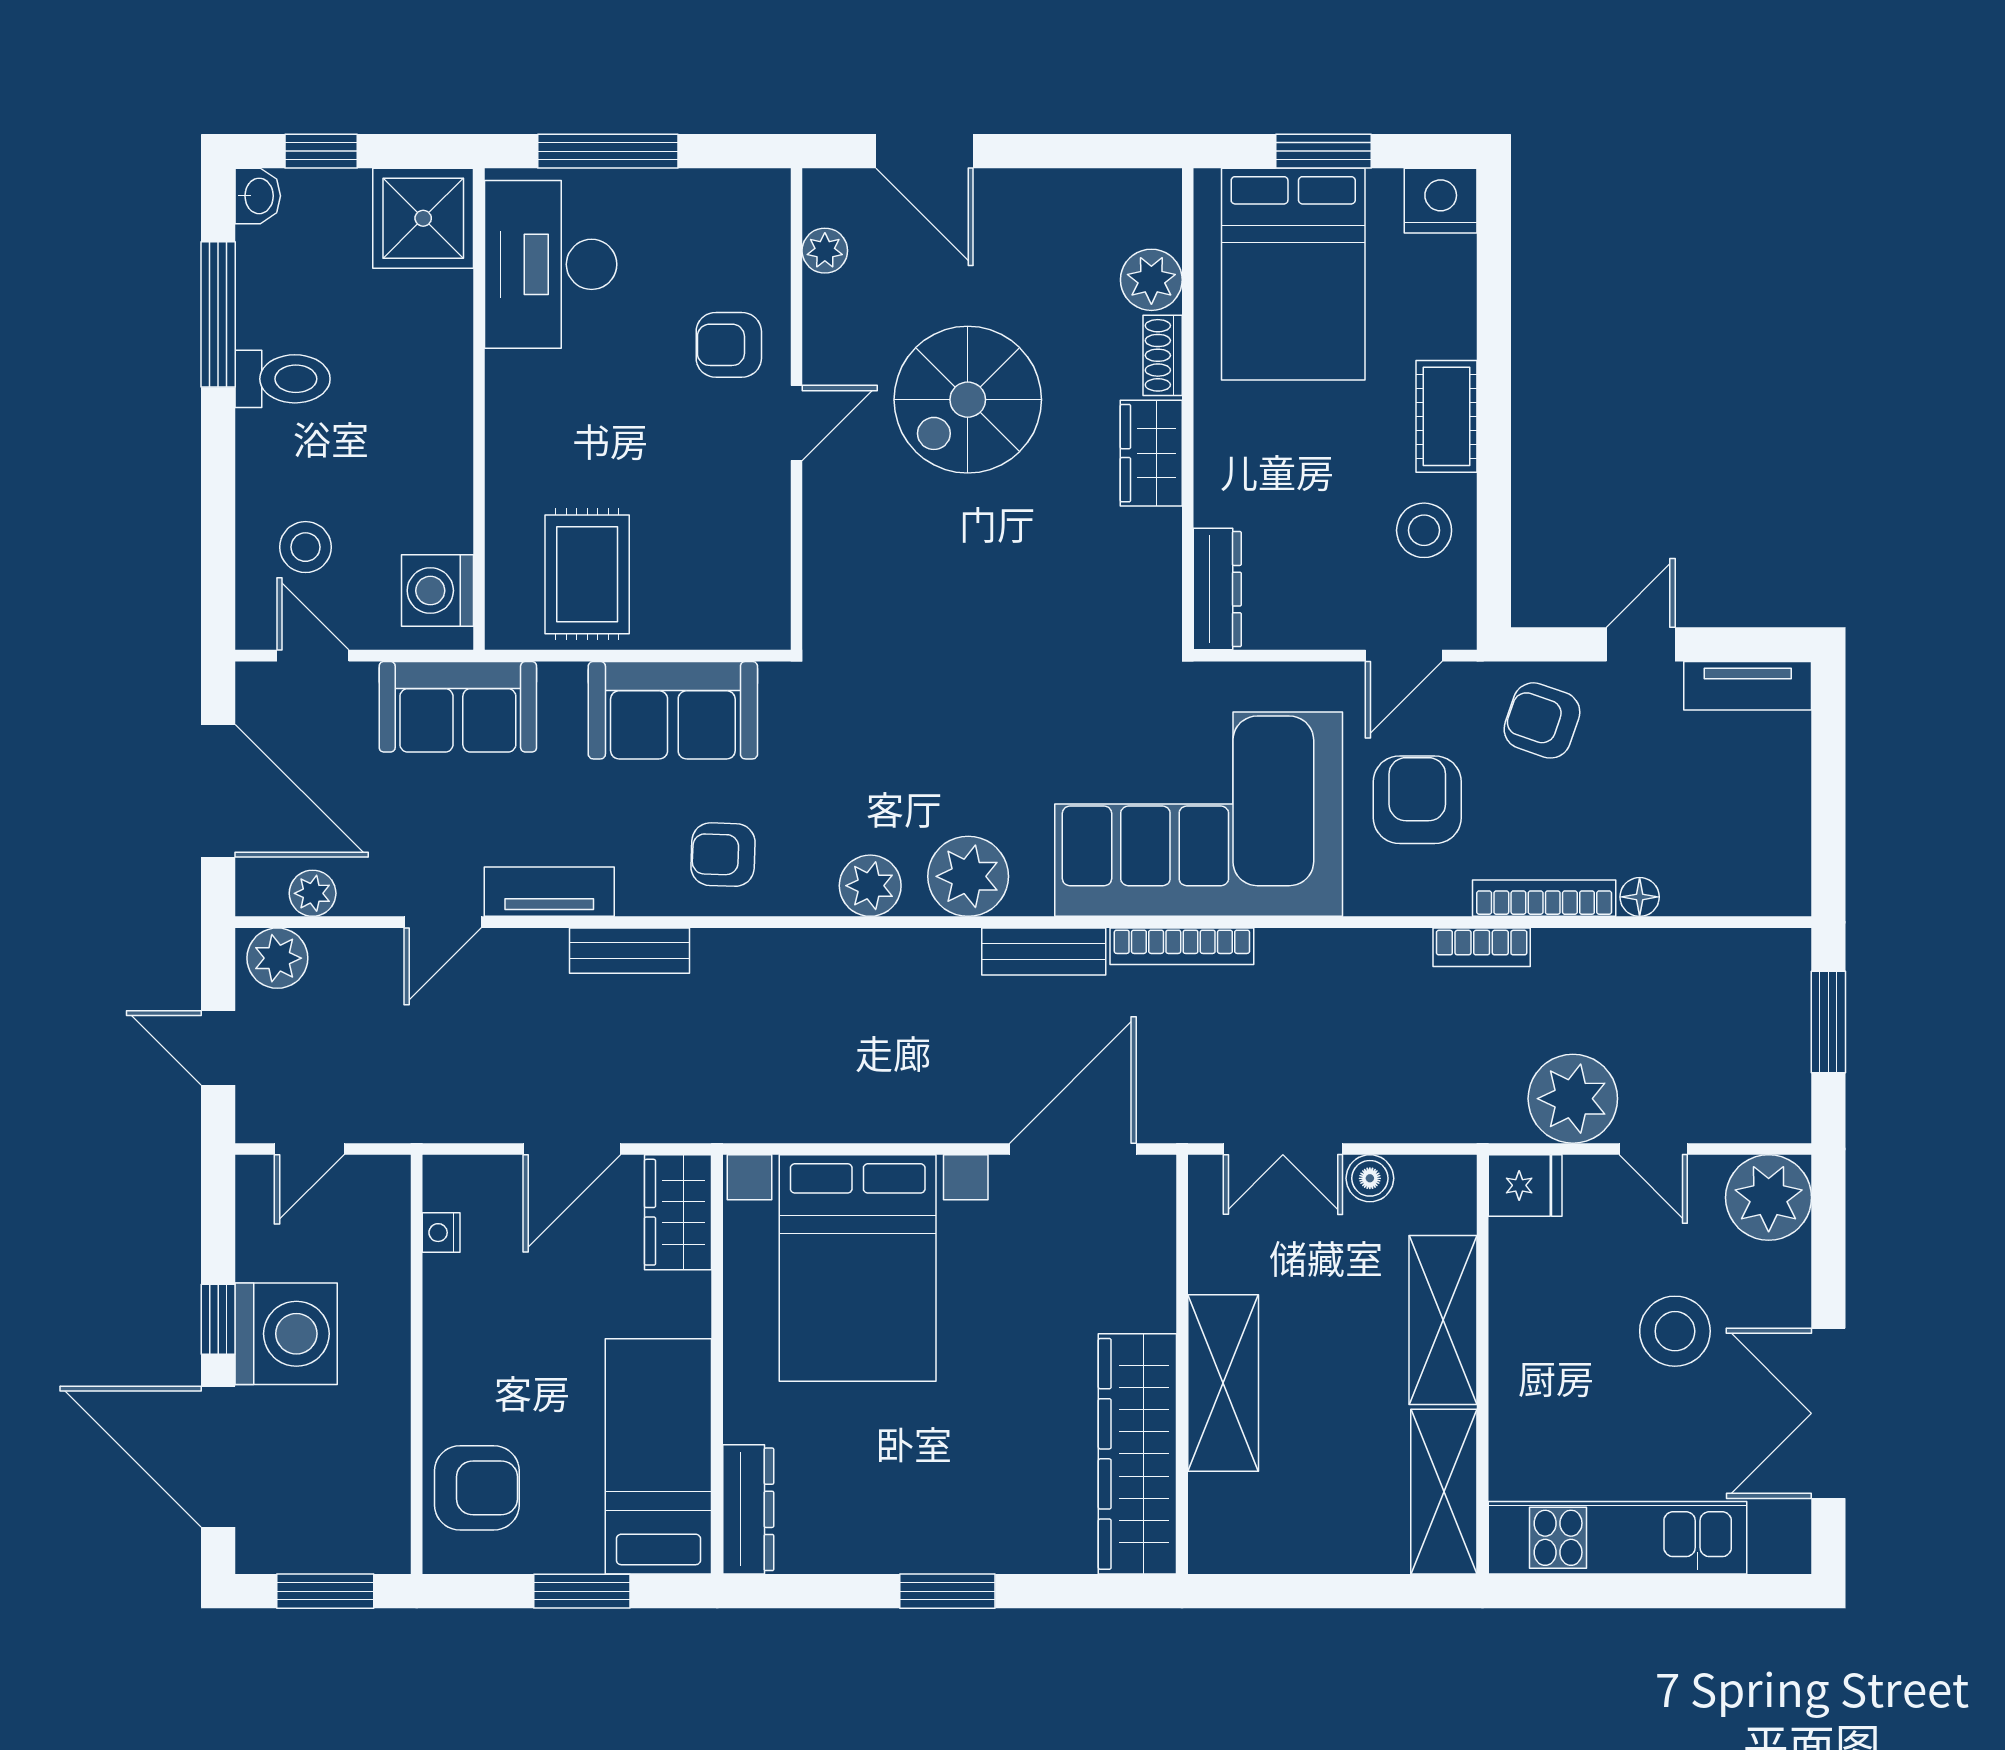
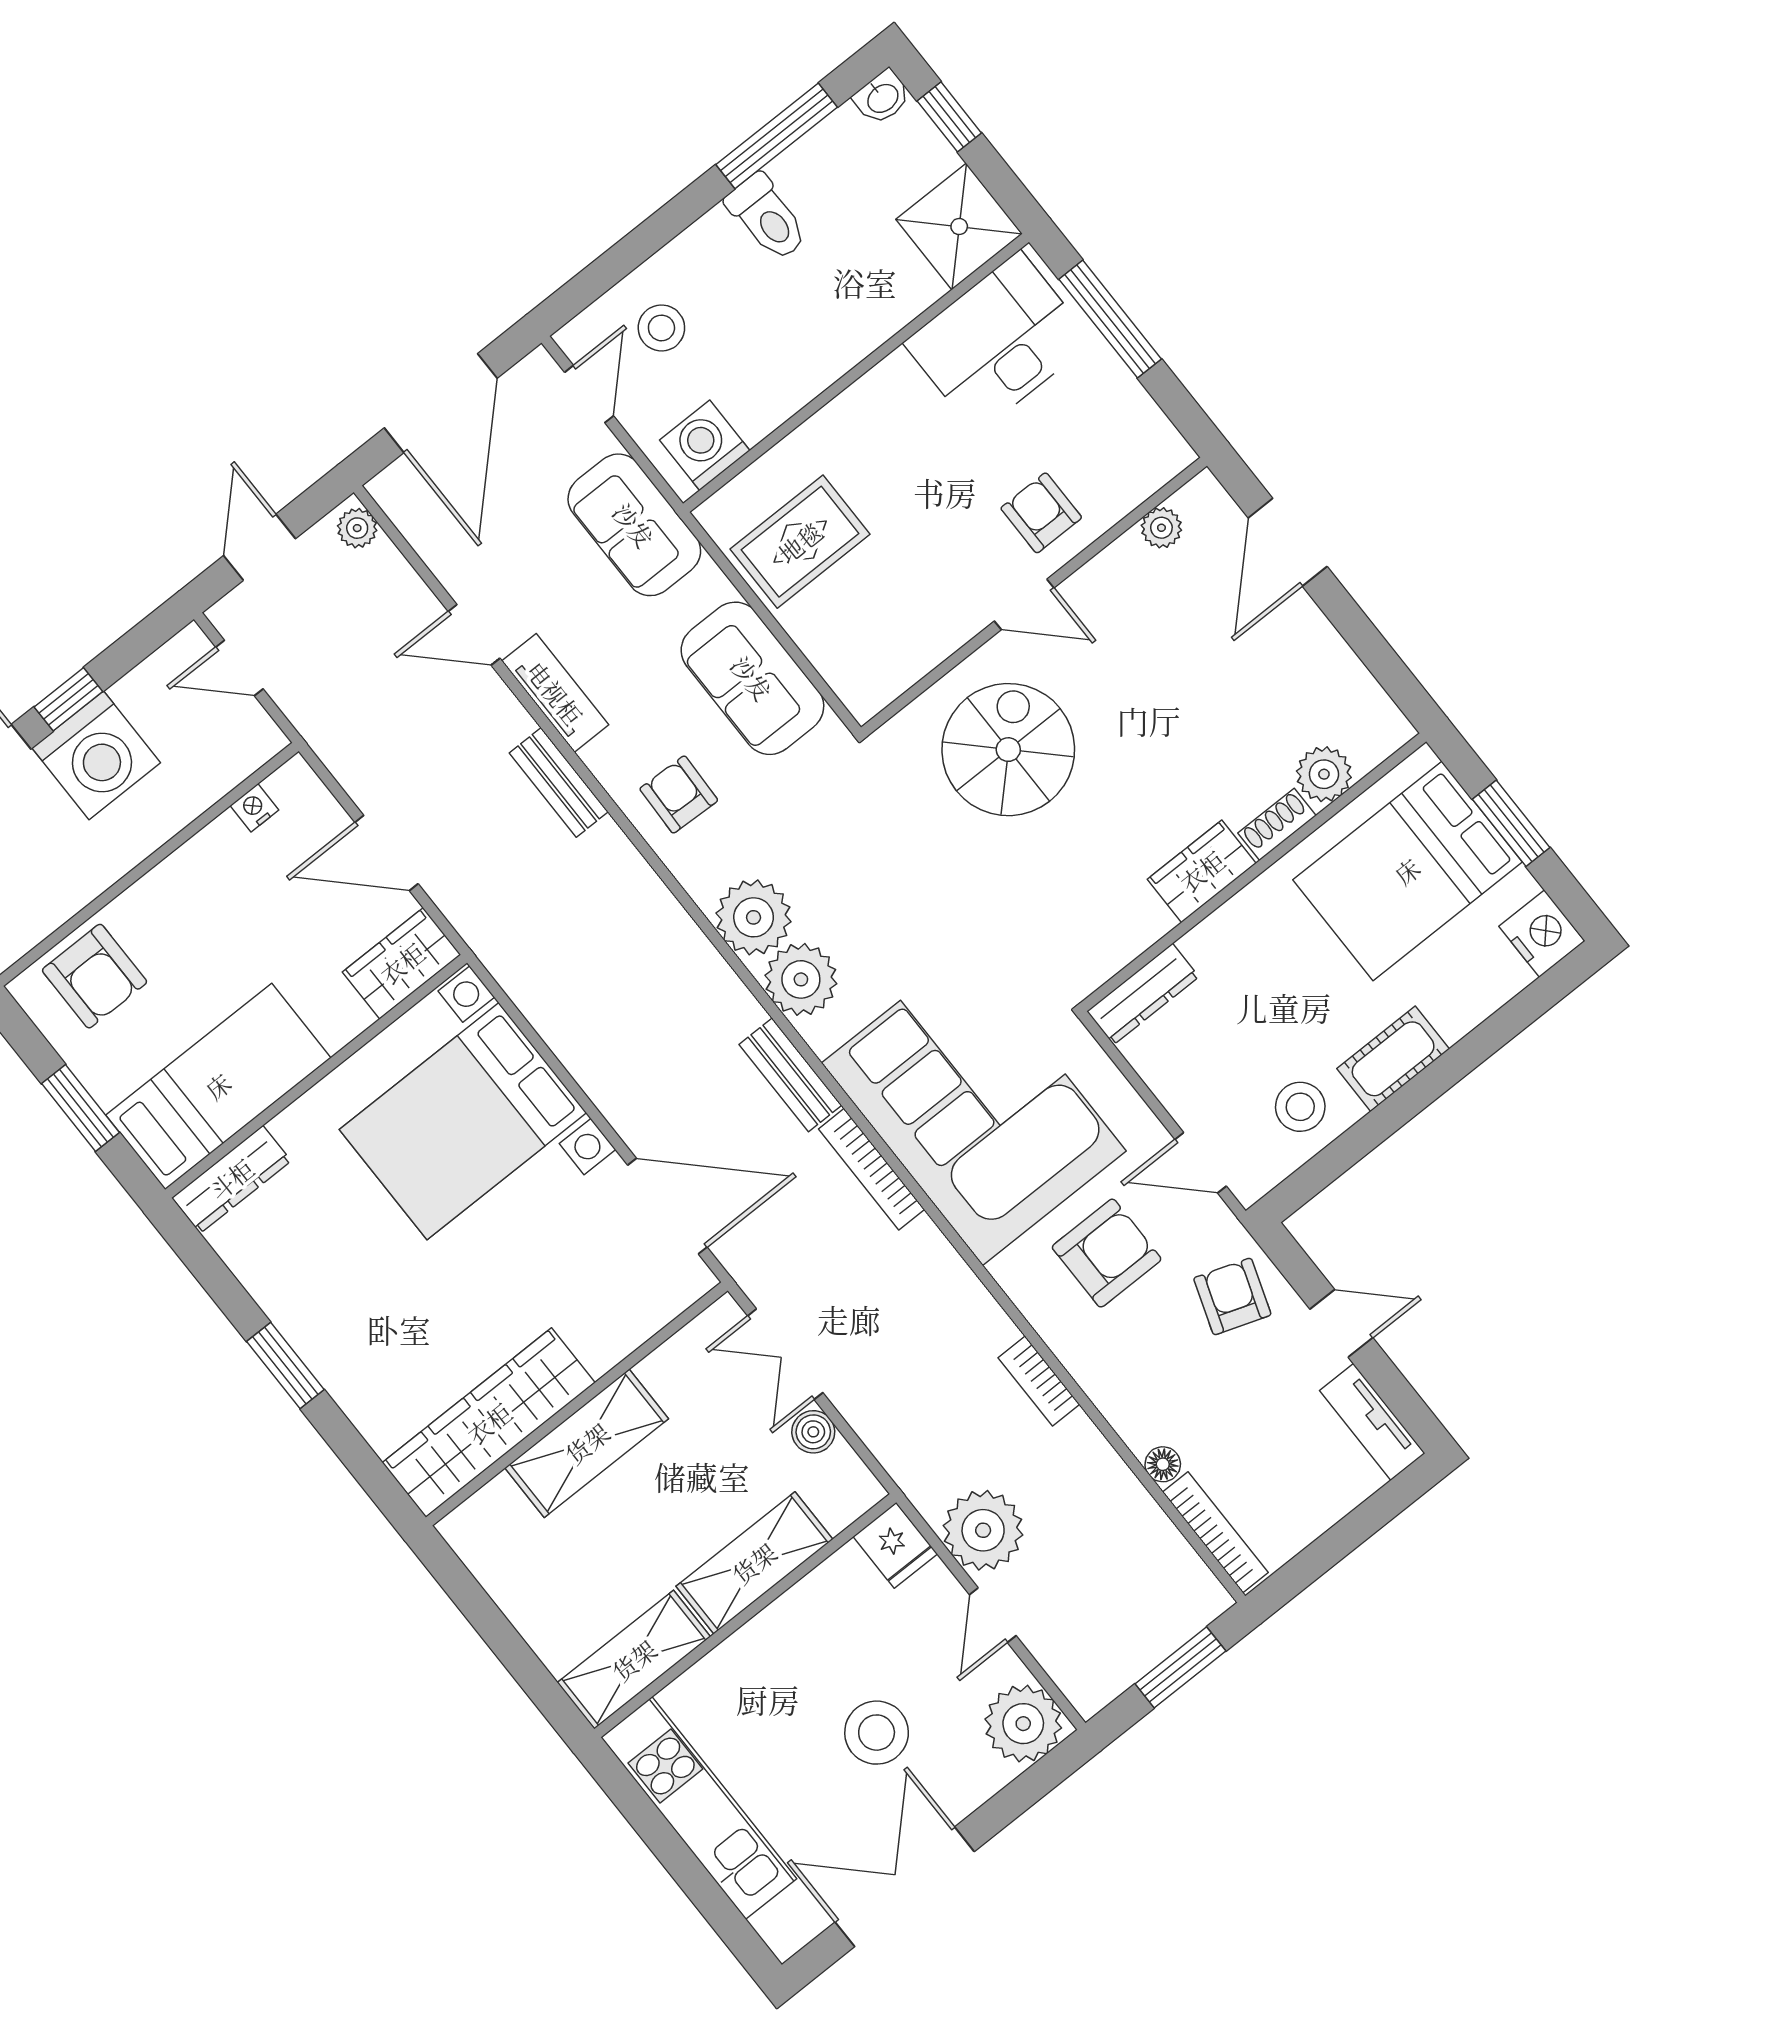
spiral stairs: (968, 400) -> (1008, 750), moved, turned 90
plant: (870, 886) -> (754, 917), width x1.36, depth x1.36
plant: (313, 893) -> (421, 527), removed
bookcase: (1544, 898) -> (1215, 1532), moved
plant: (277, 958) -> (357, 528), width x0.73, depth x0.73

